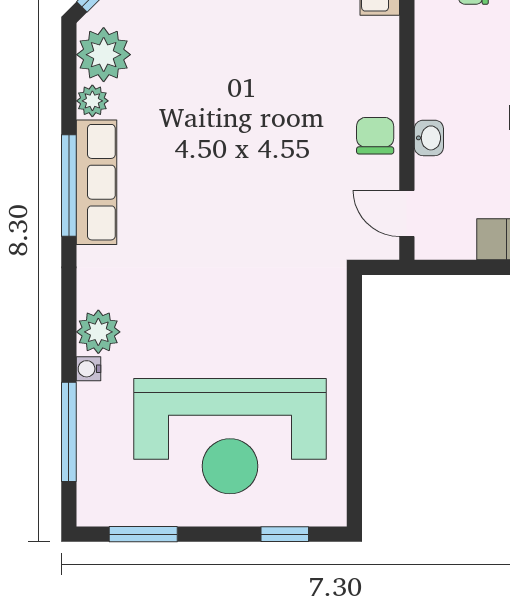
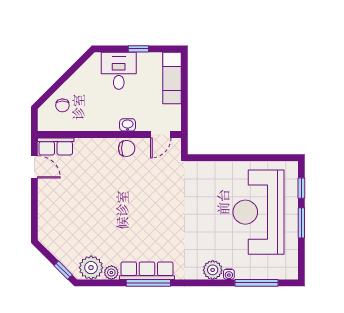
chair: (375, 136) -> (127, 148), turned 180
reception desk: (230, 436) -> (258, 212), turned 180
window: (143, 534) -> (301, 223), moved

